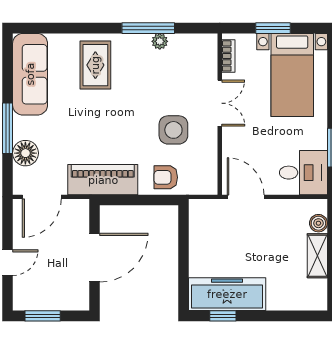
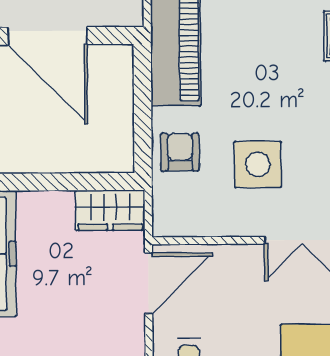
wardrobe: (201, 220) -> (110, 210), added

